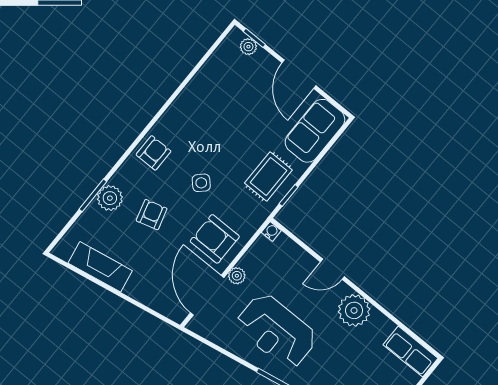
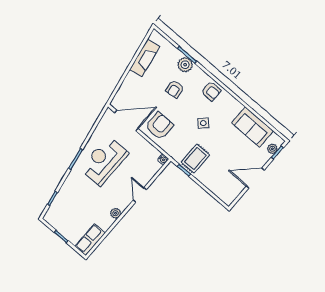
sofa: (315, 131) -> (252, 127), moved, turned 180
rug: (268, 177) -> (195, 159), turned 90
side table: (201, 183) -> (203, 123), moved
armchair: (152, 215) -> (175, 89), turned 99
plant: (237, 276) -> (137, 138), removed
plant: (354, 310) -> (116, 213), width x0.53, depth x0.53

